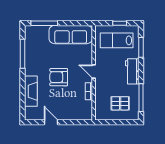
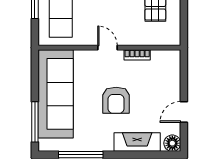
sofa: (71, 35) -> (56, 94), width x1.36, depth x1.27
door: (94, 71) -> (107, 48), swing flipped
floor lamp: (30, 115) -> (172, 143), added

